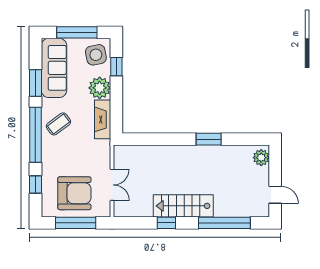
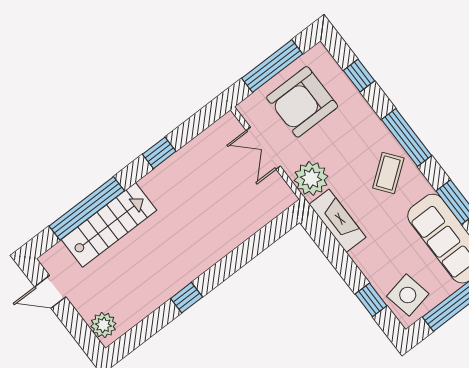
plant: (100, 88) -> (311, 178), moved
window: (35, 135) -> (407, 138), width x0.68
window: (209, 139) -> (187, 298), width x0.67
stairs: (183, 206) -> (109, 225), moved

